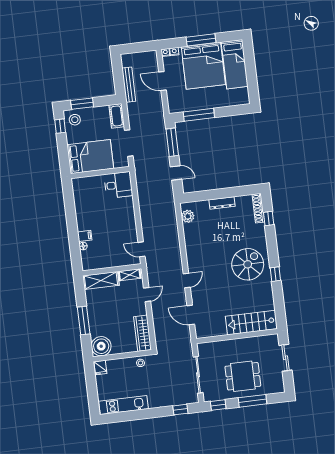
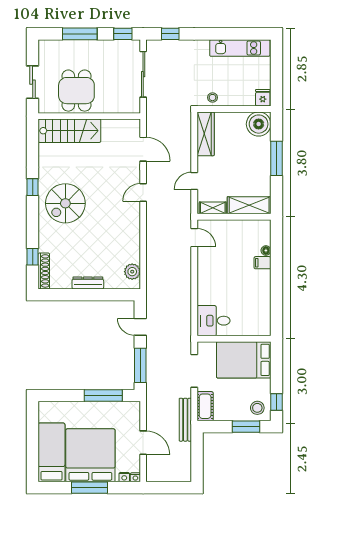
bench: (129, 85) -> (185, 420), moved
dining table: (243, 376) -> (76, 91), moved, turned 90

